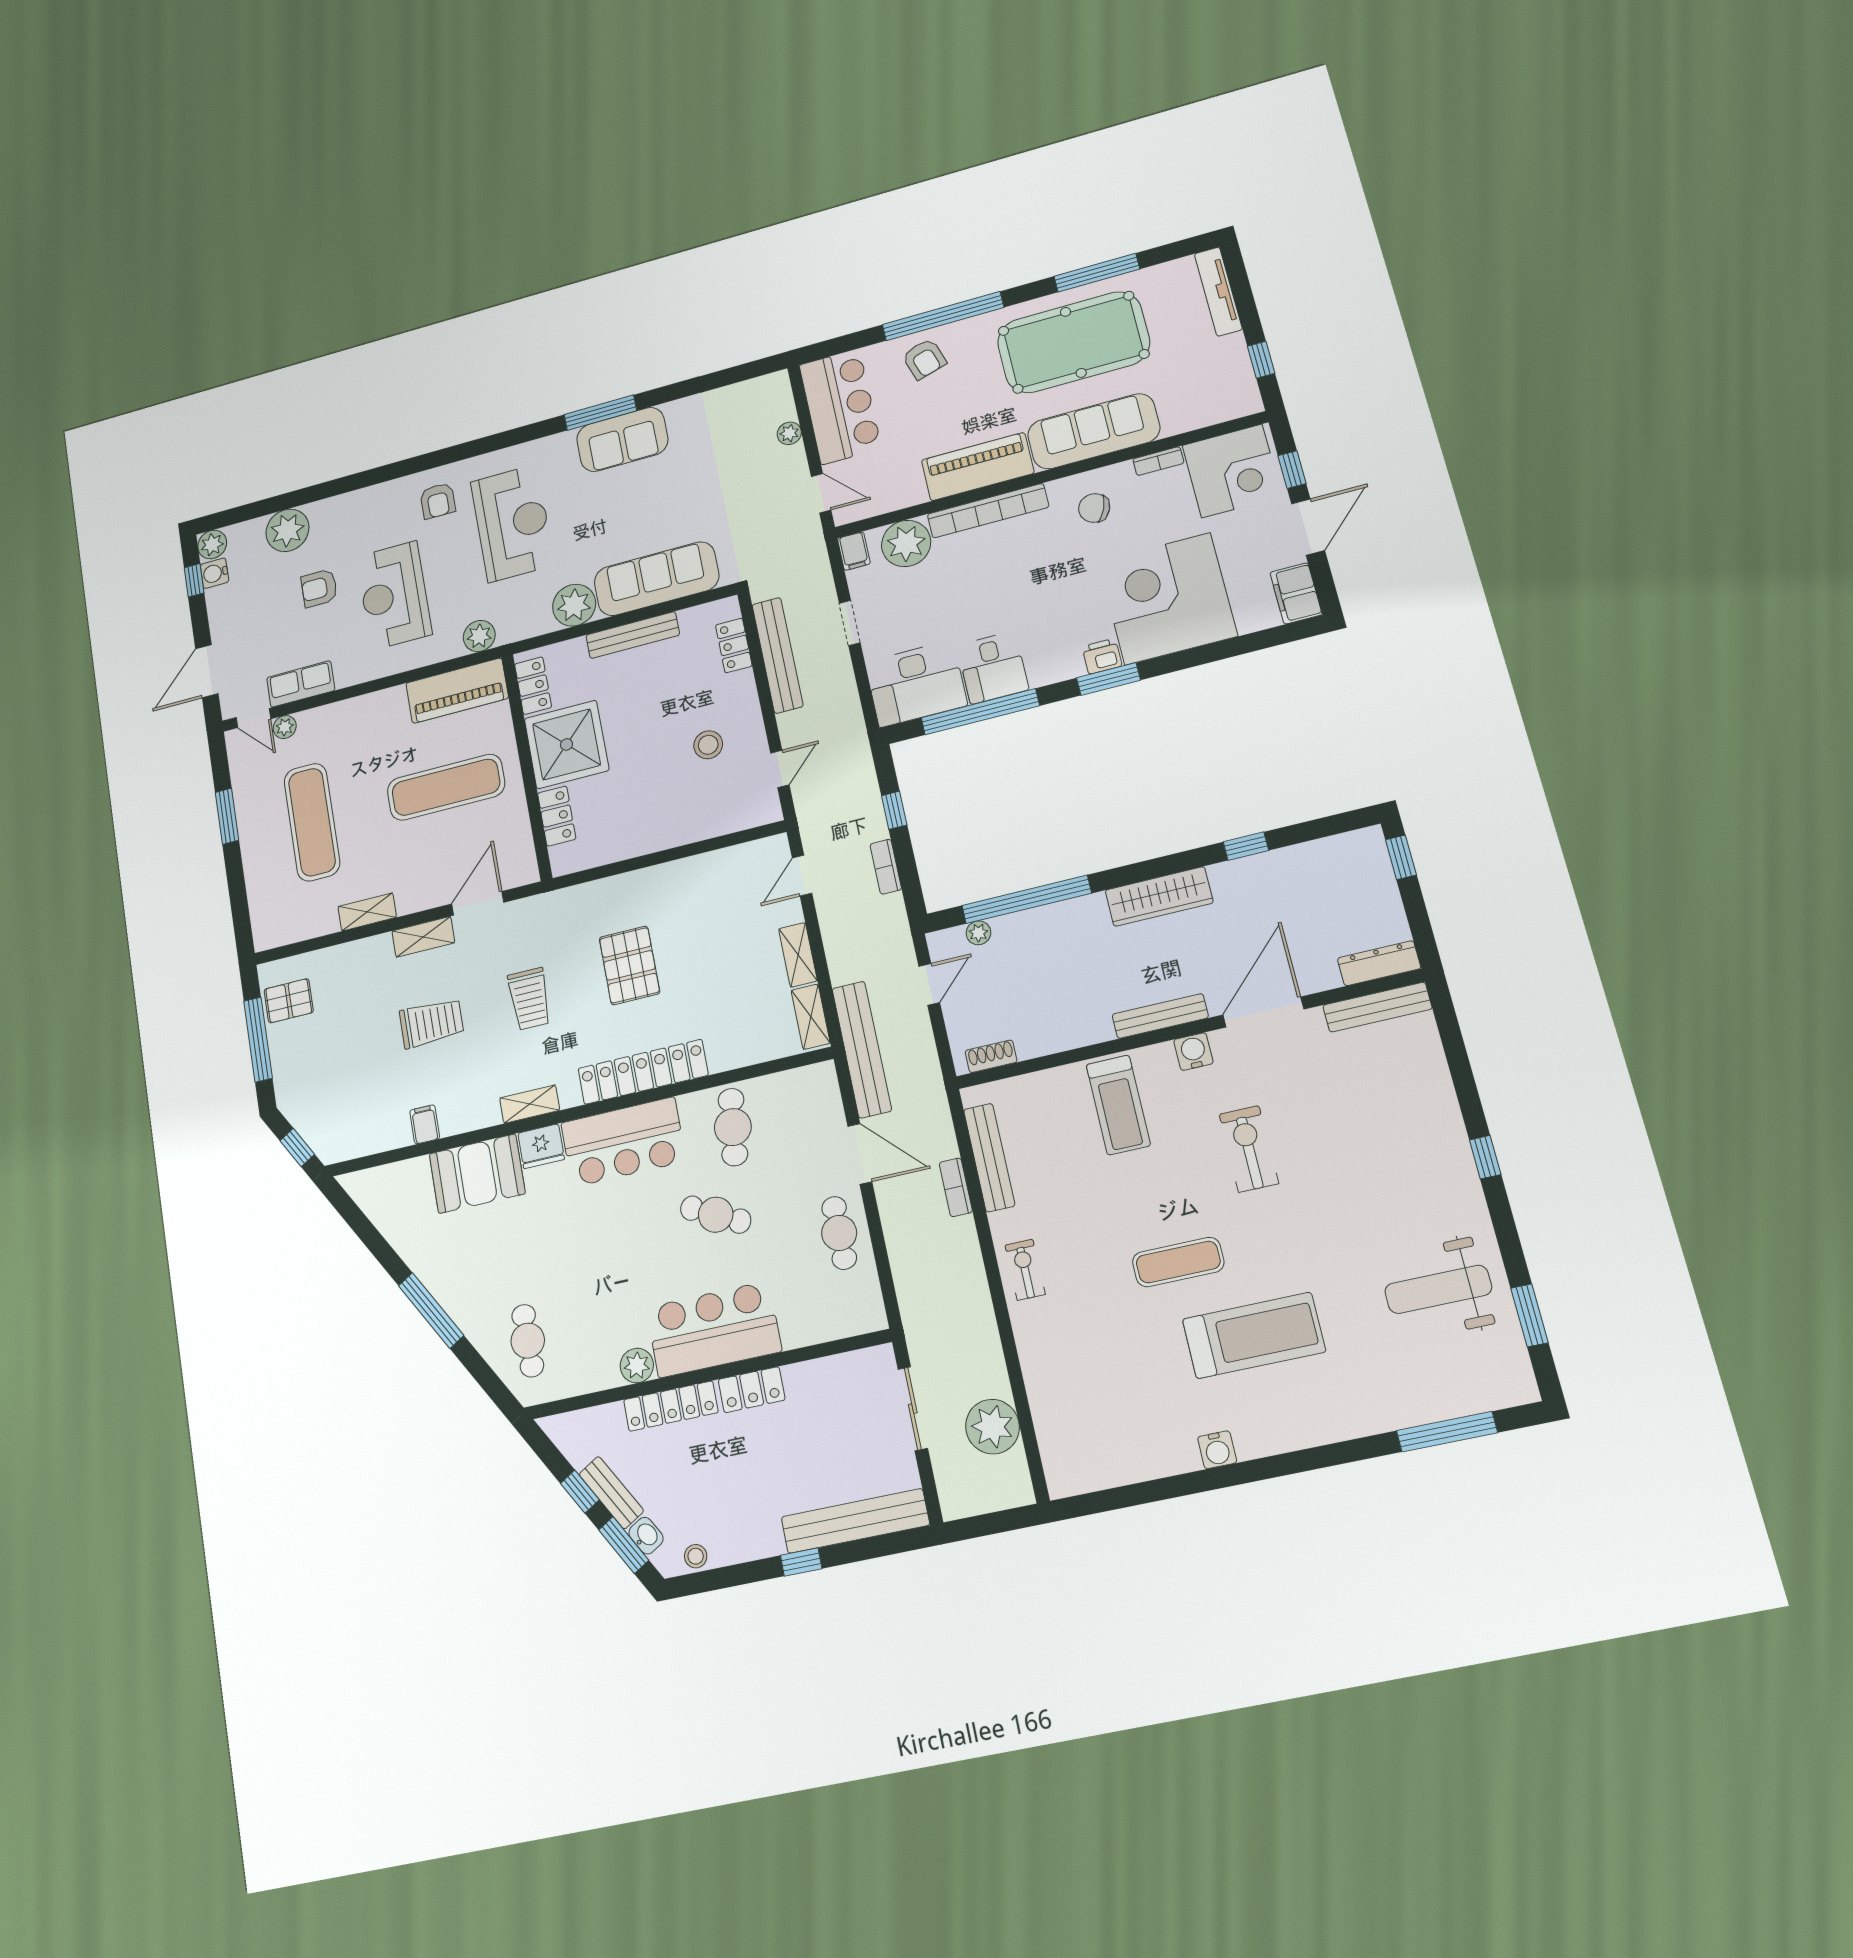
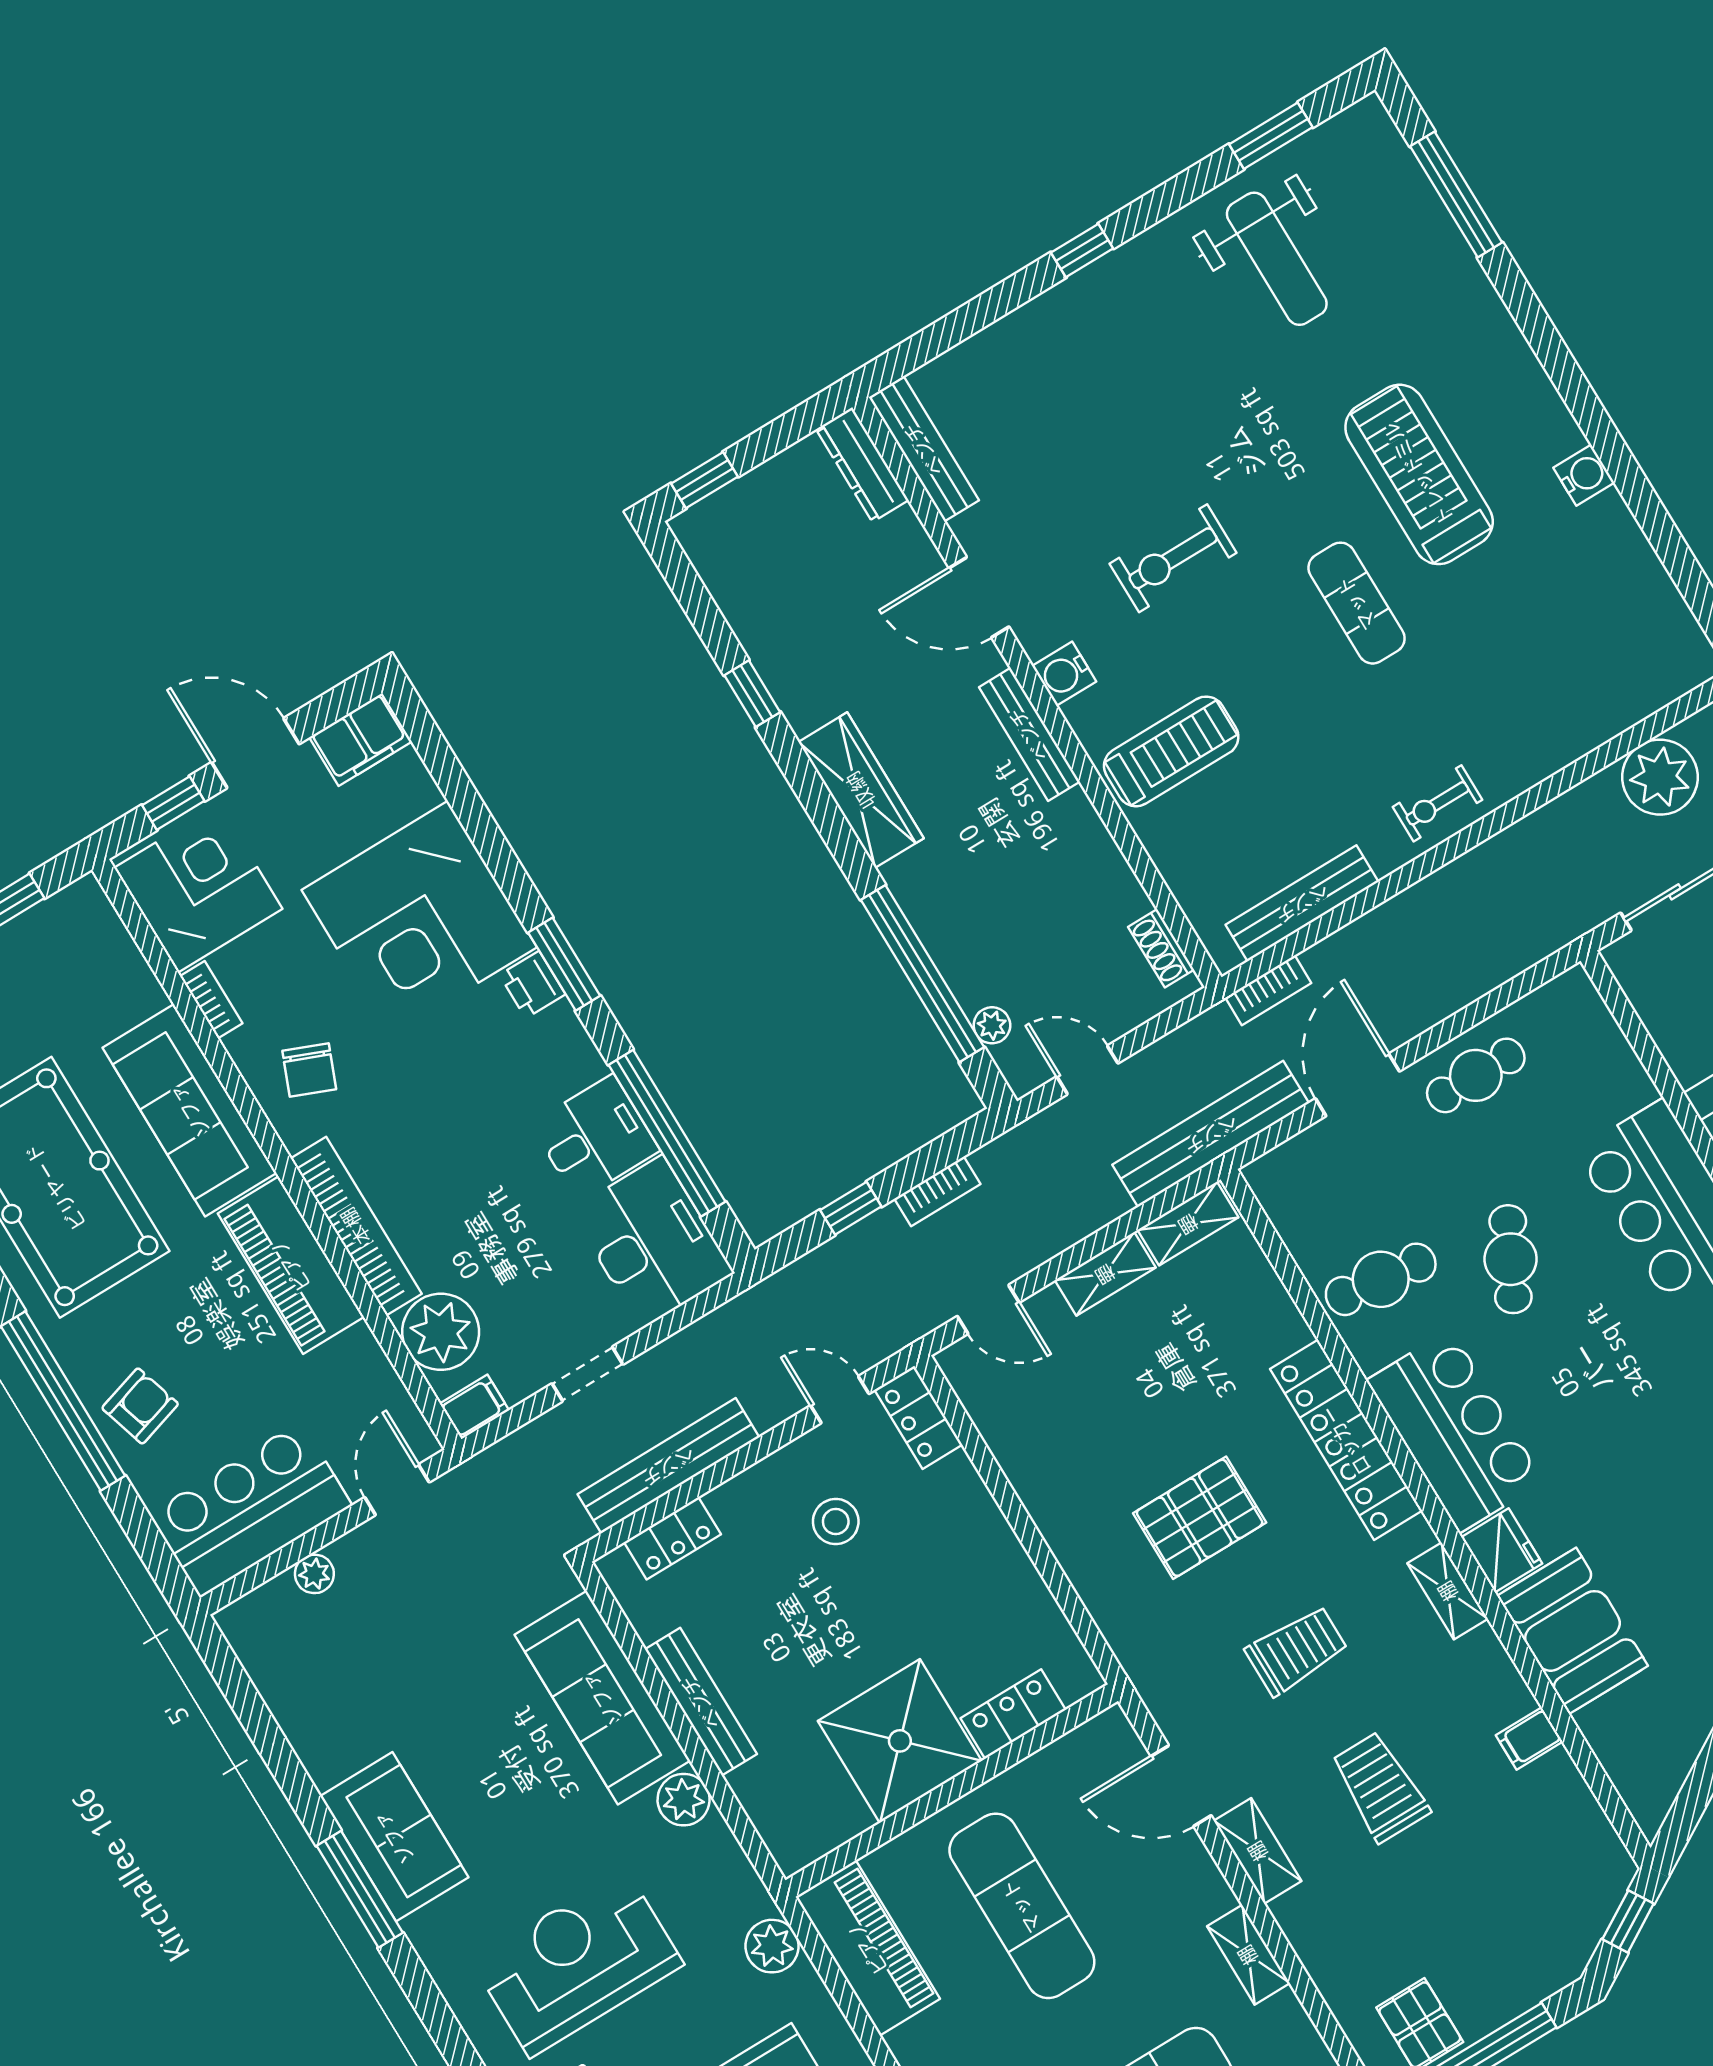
plant: (574, 605) -> (684, 1800), width x0.73, depth x0.73
locker: (533, 686) -> (919, 1417), moved, turned -90
door: (1263, 1012) -> (979, 597), width x0.73
bookcase: (956, 1187) -> (1268, 990), moved

